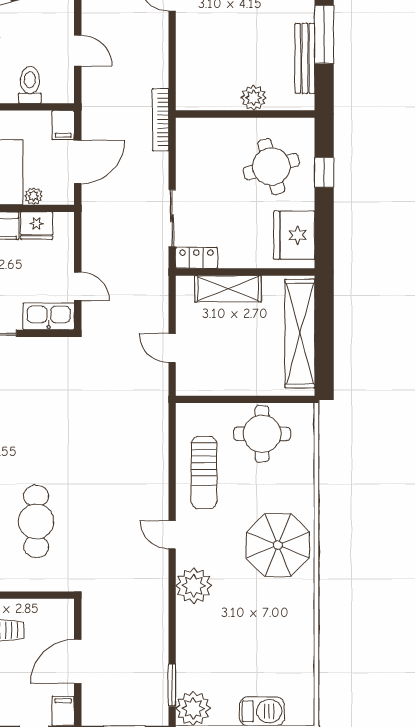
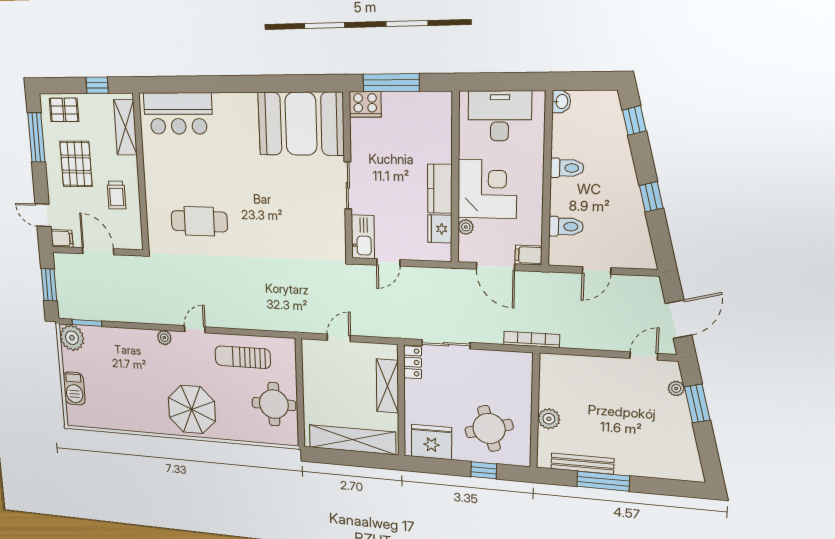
plant: (194, 586) -> (164, 338), width x0.53, depth x0.53

